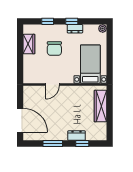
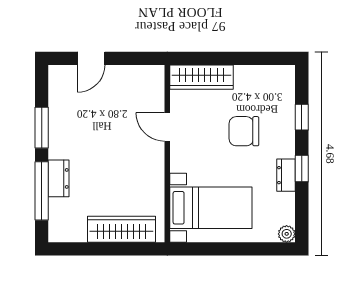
wardrobe: (29, 44) -> (202, 77), moved, width x1.50
door: (20, 120) -> (91, 58), width x0.53
window: (82, 144) -> (42, 191), width x2.17

